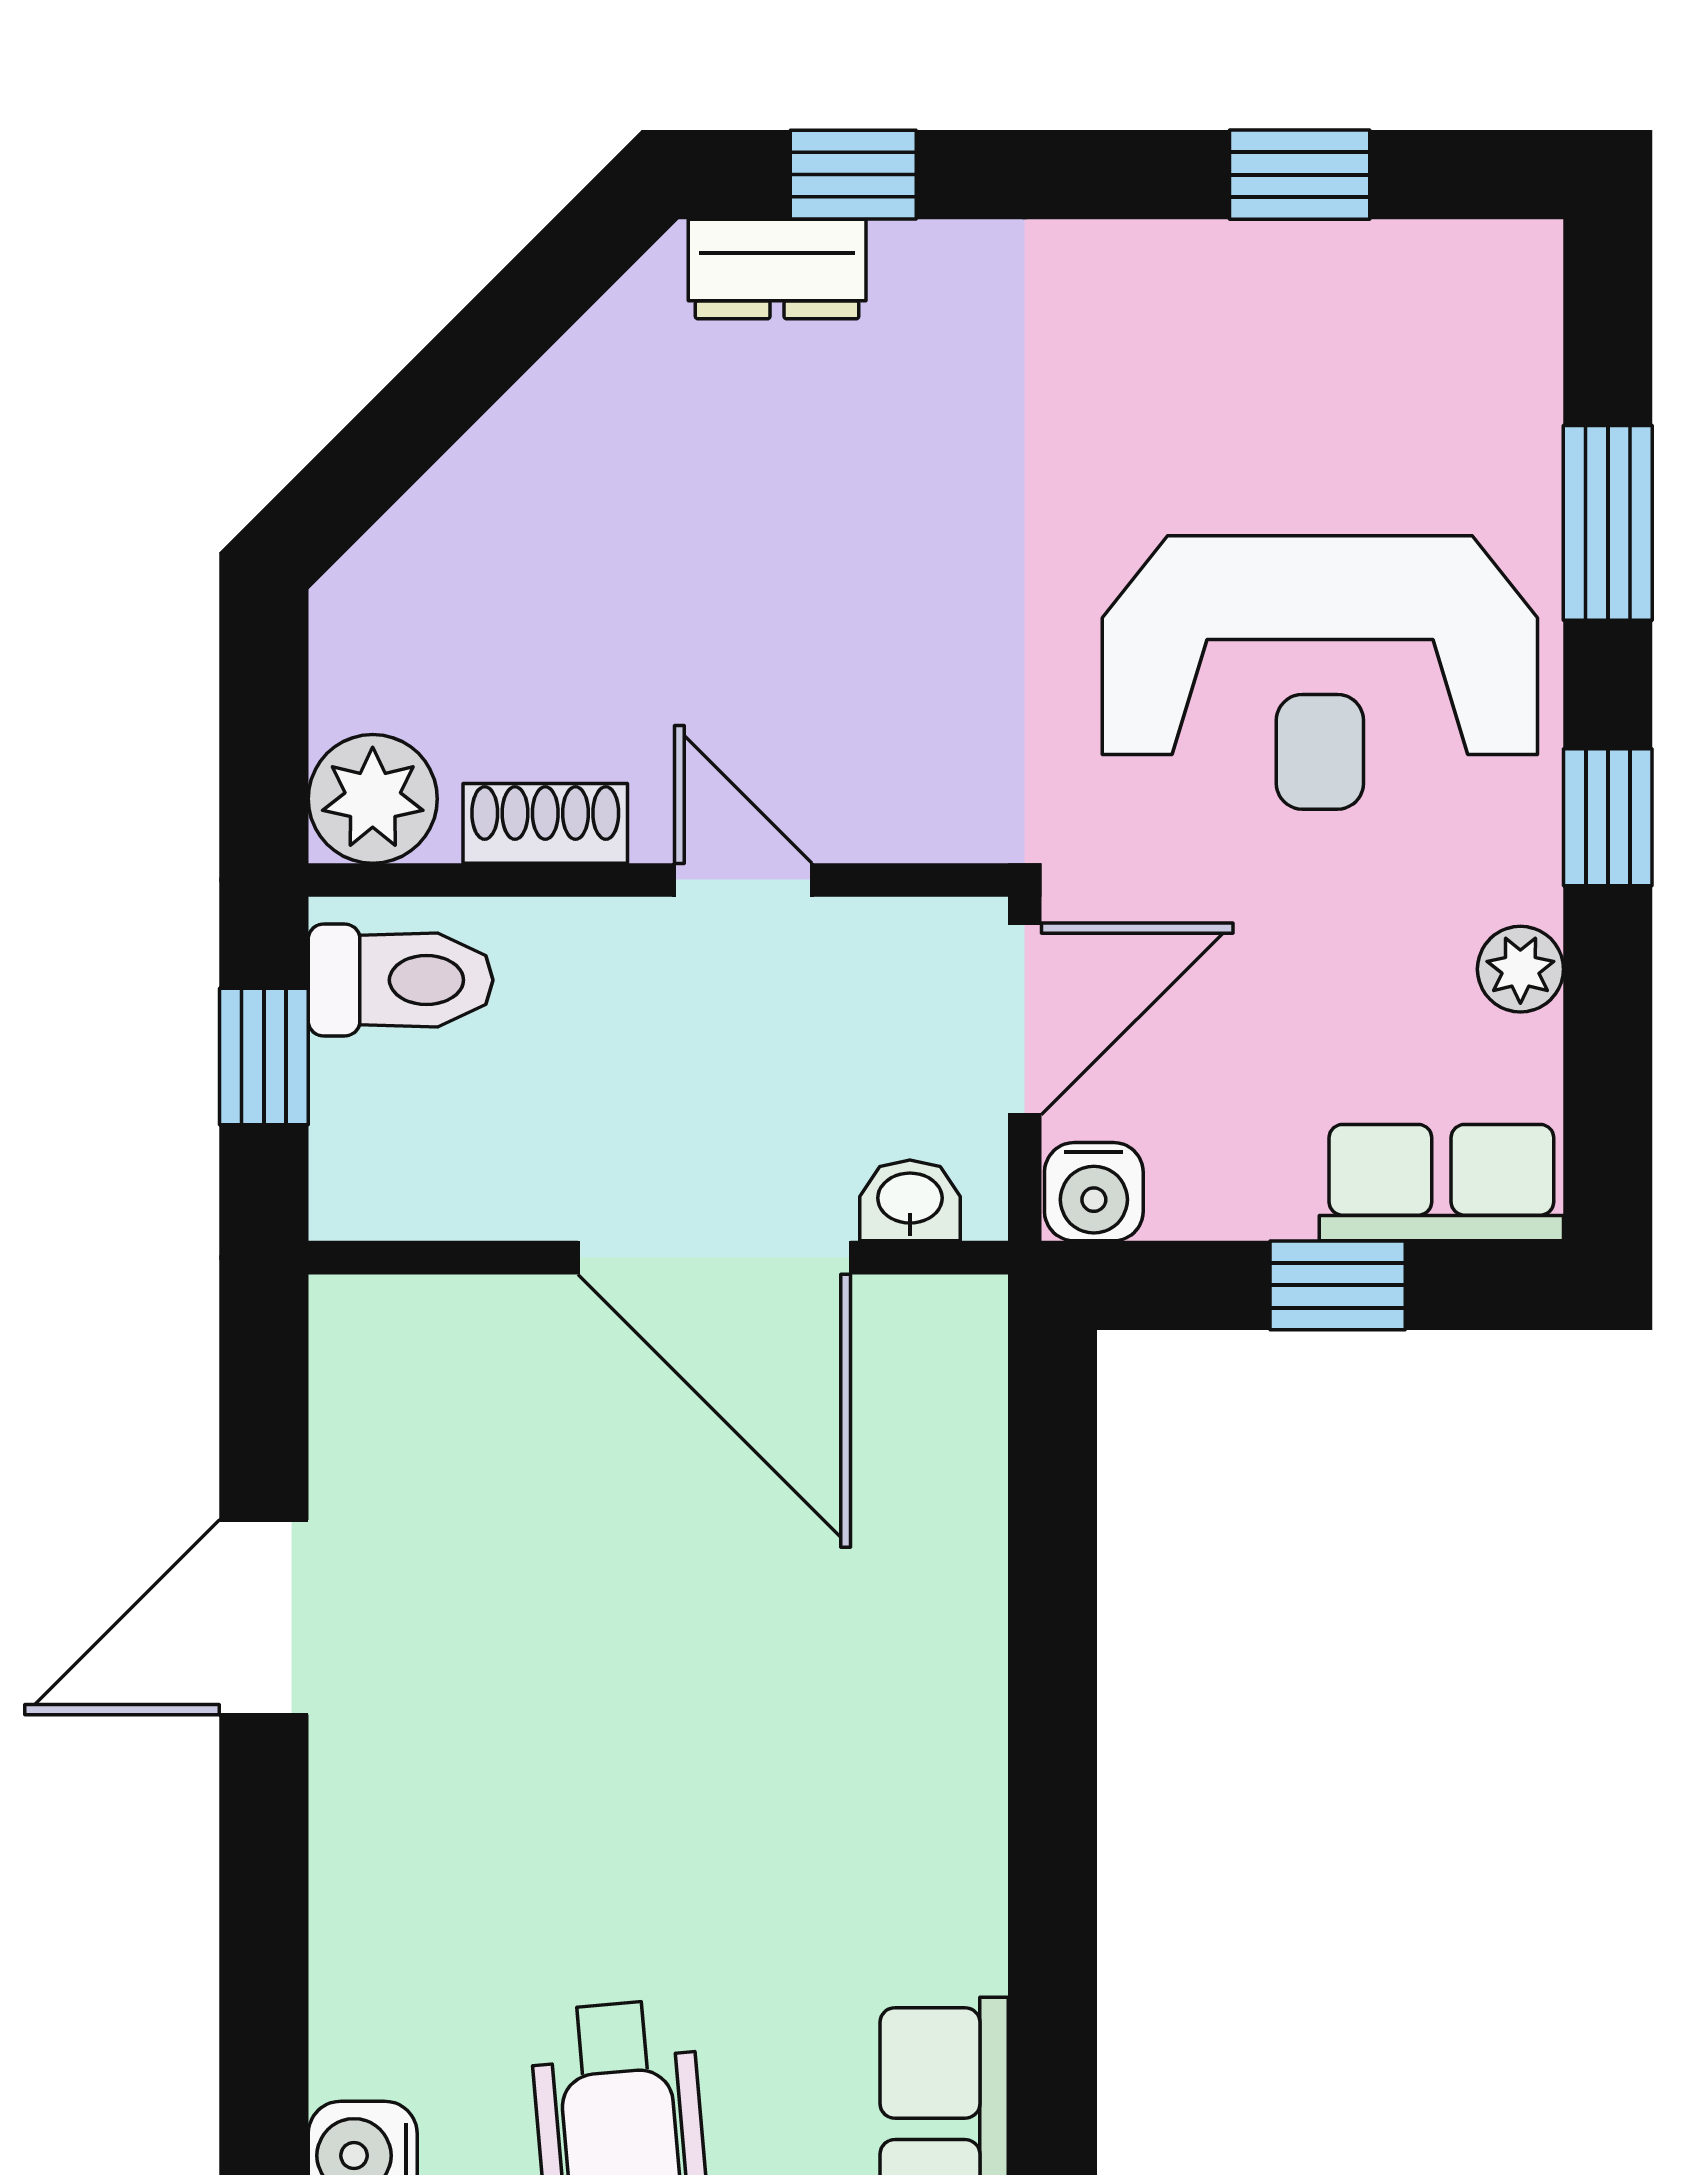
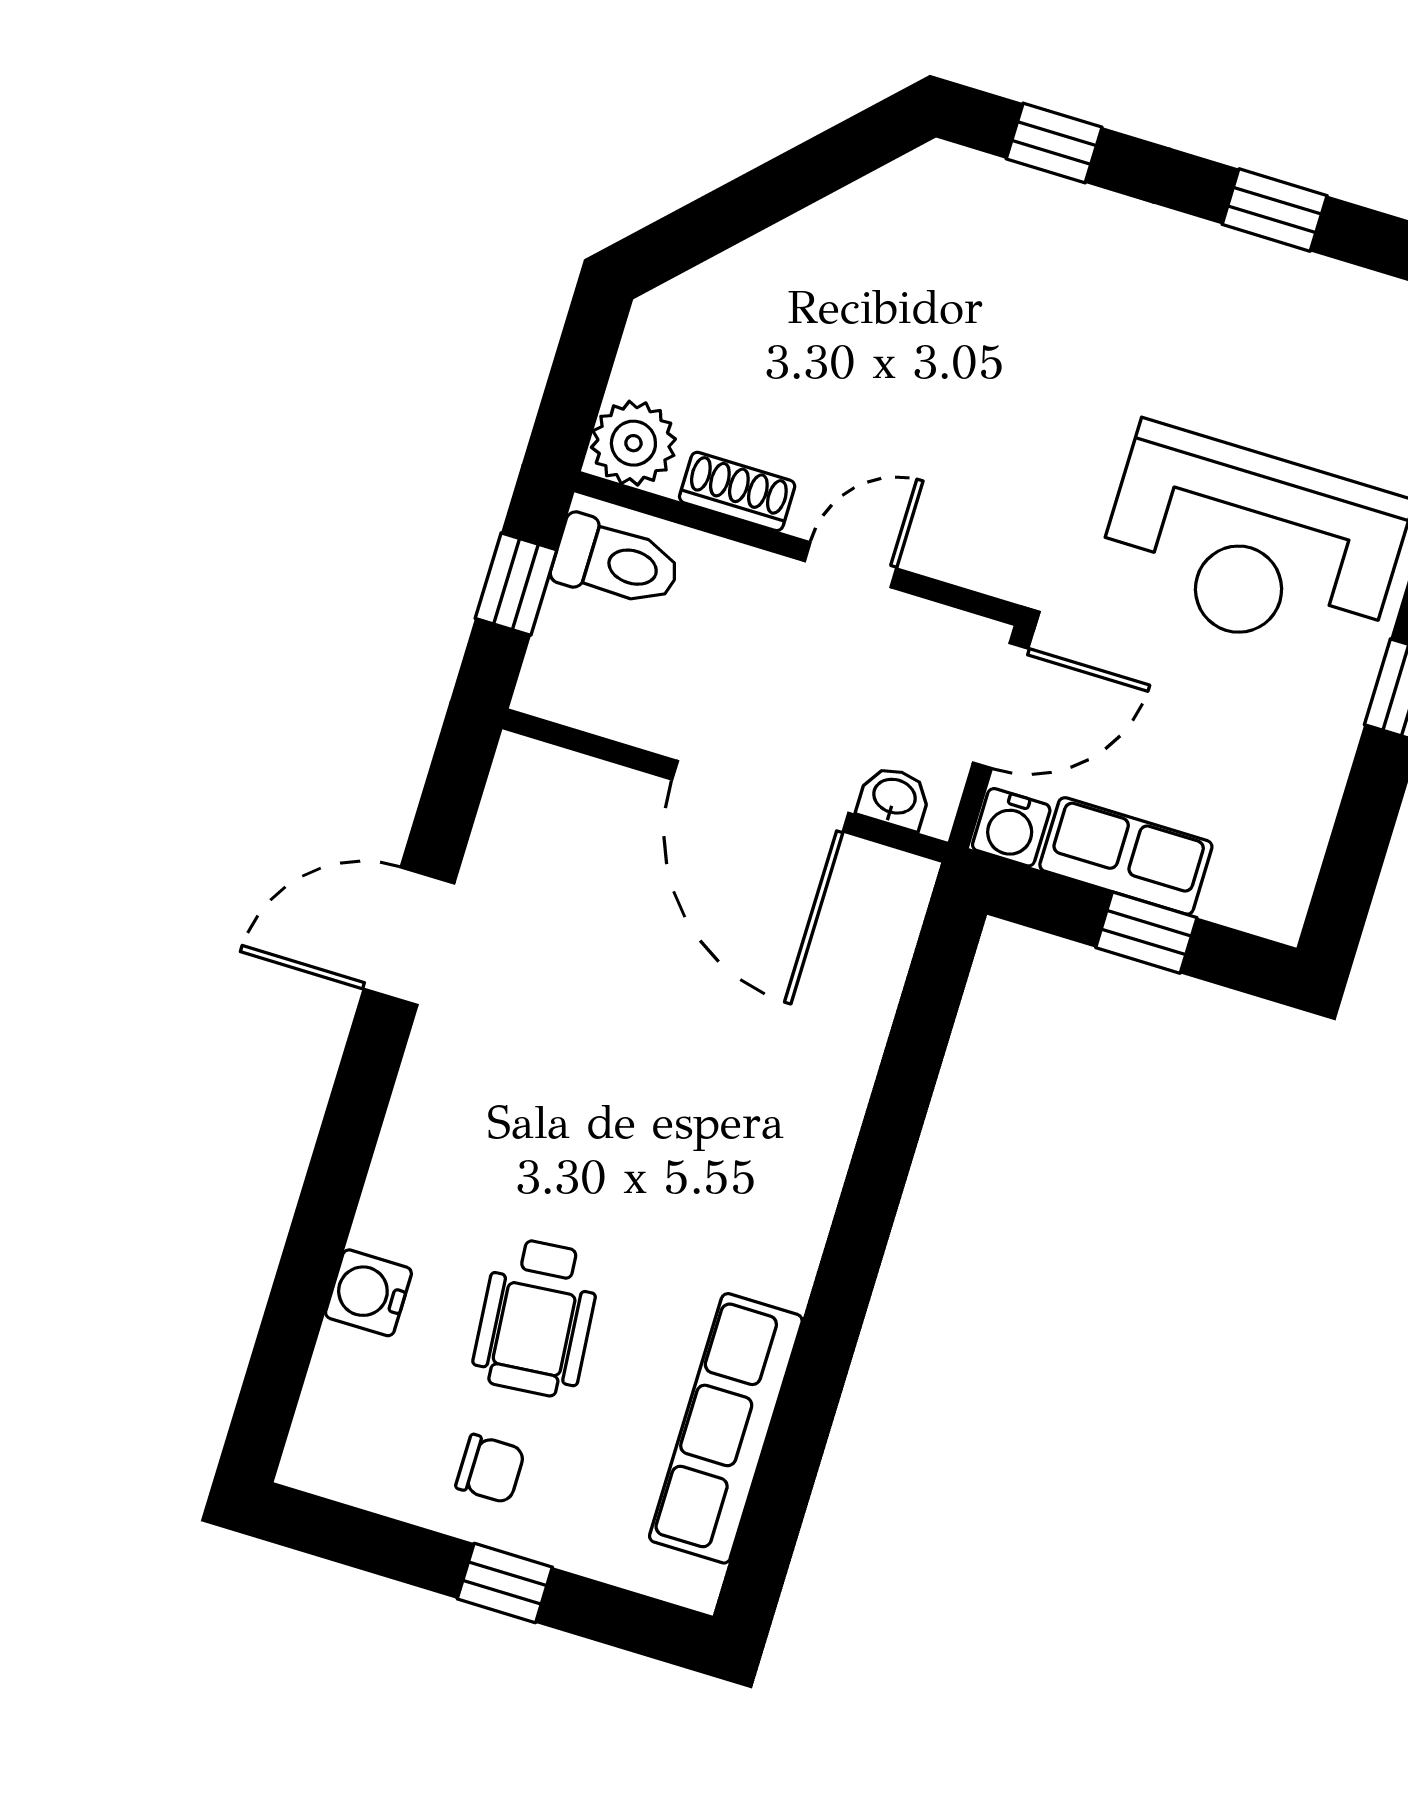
window: (1300, 175) -> (1275, 210), moved
dresser: (777, 269) -> (988, 188), removed
door: (743, 880) -> (851, 565), hinge flipped
plant: (1520, 969) -> (1321, 769), removed
row of seats: (1441, 1183) -> (1126, 856), moved

